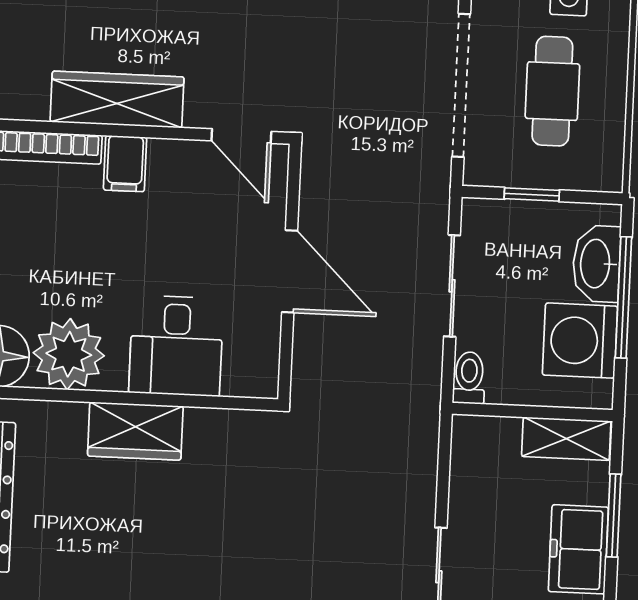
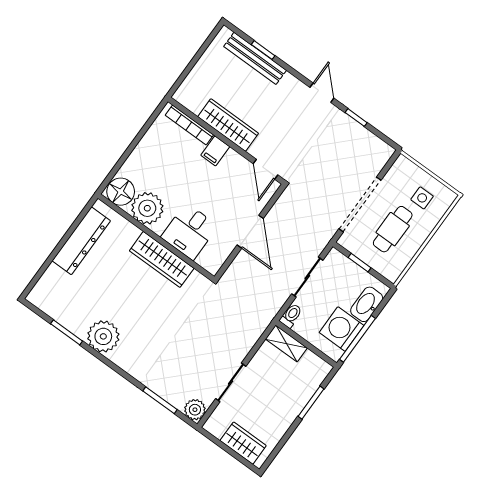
window: (624, 297) -> (357, 339), moved
wardrobe: (135, 431) -> (162, 259), width x1.50
shelving: (566, 439) -> (286, 343), moved
freezer: (578, 549) -> (290, 407), removed

